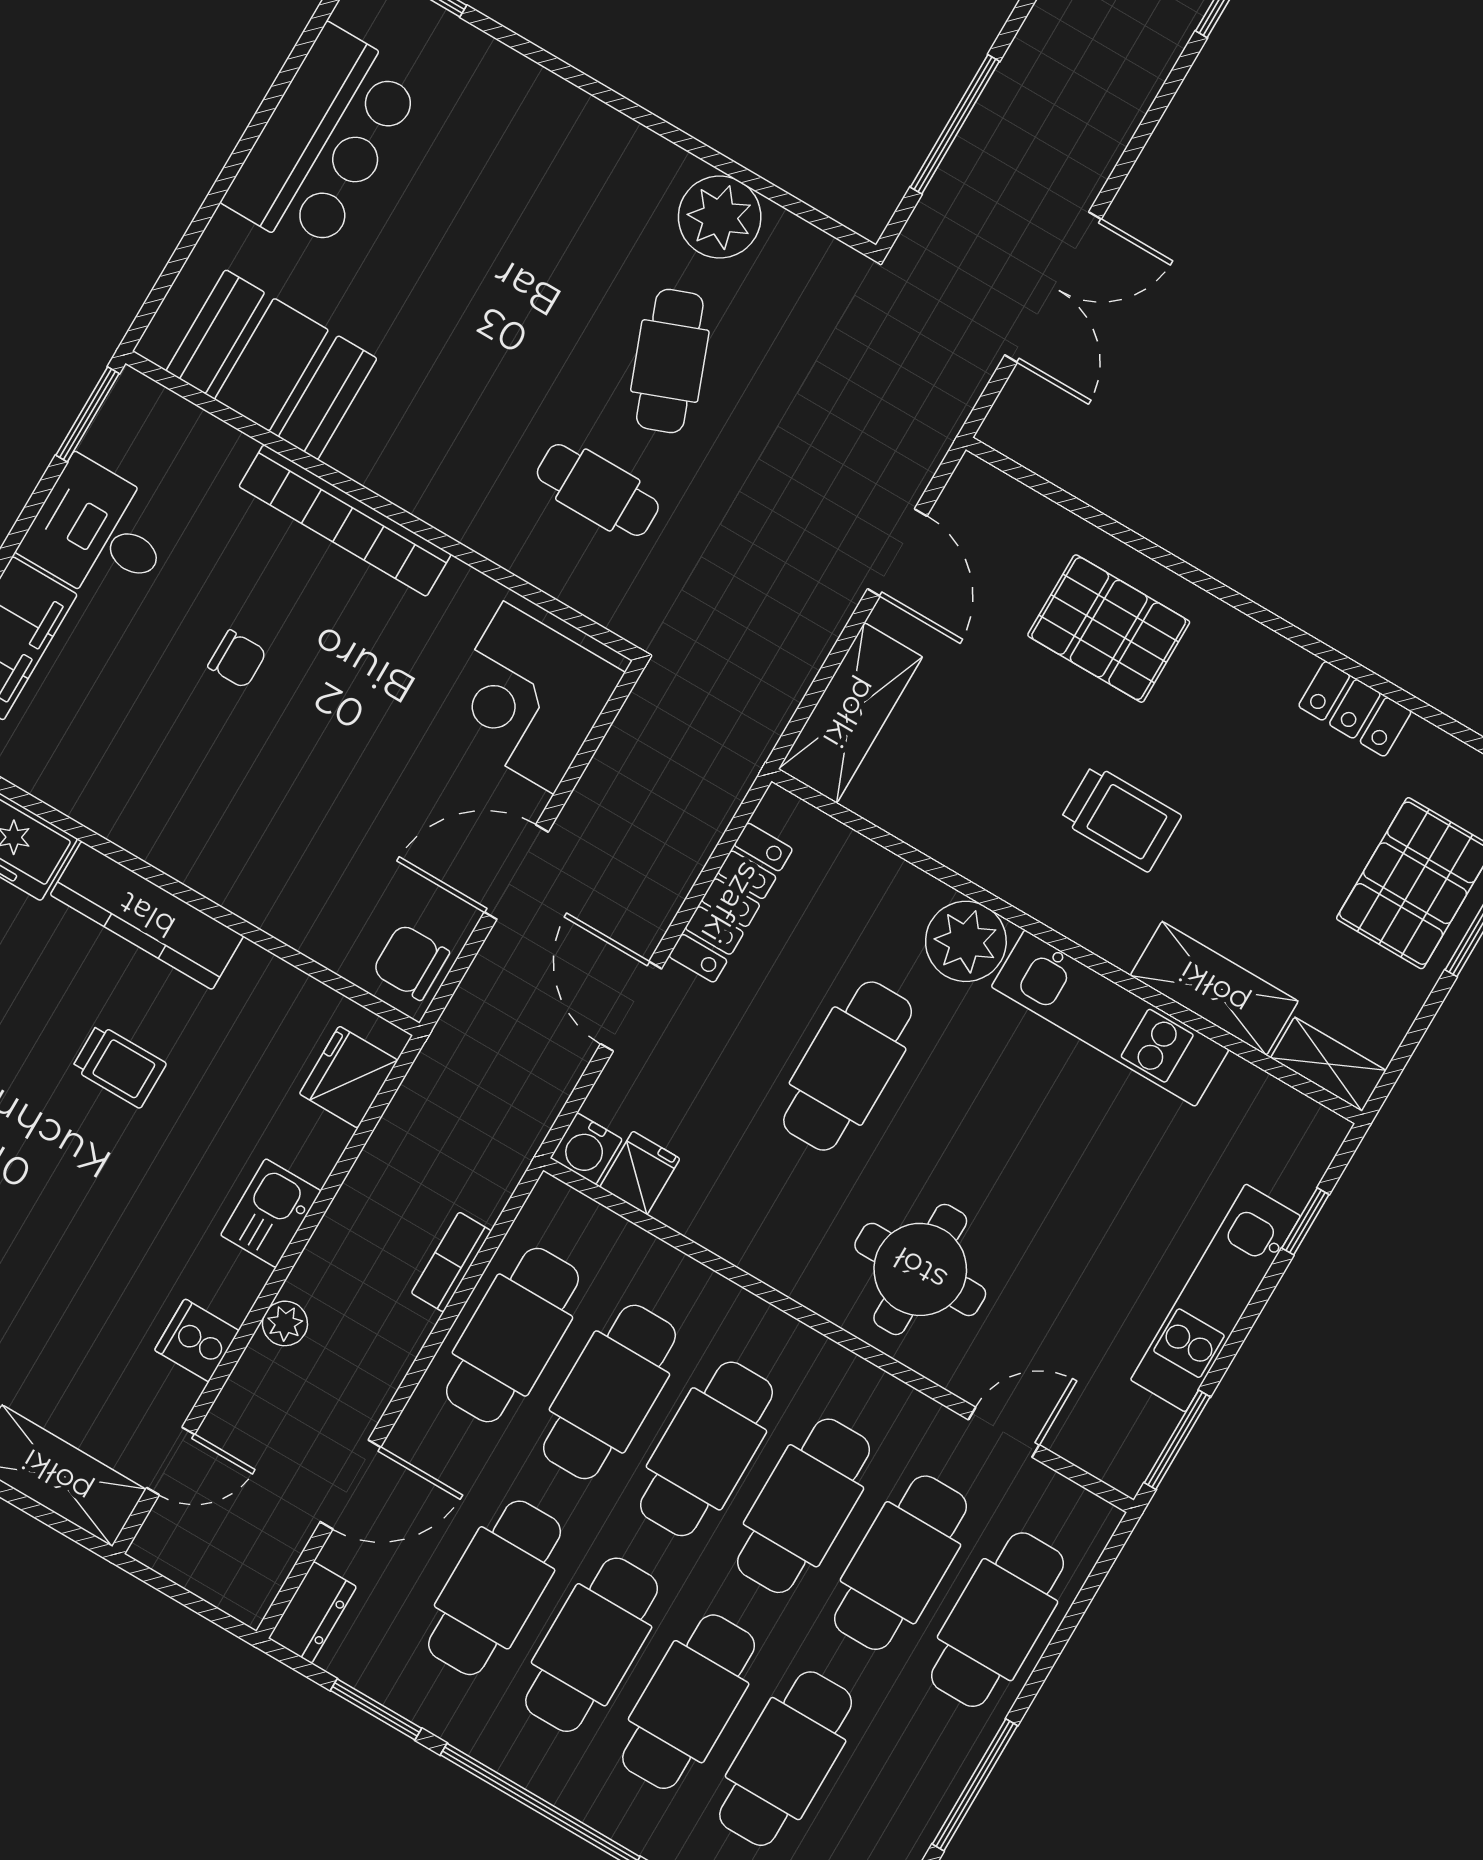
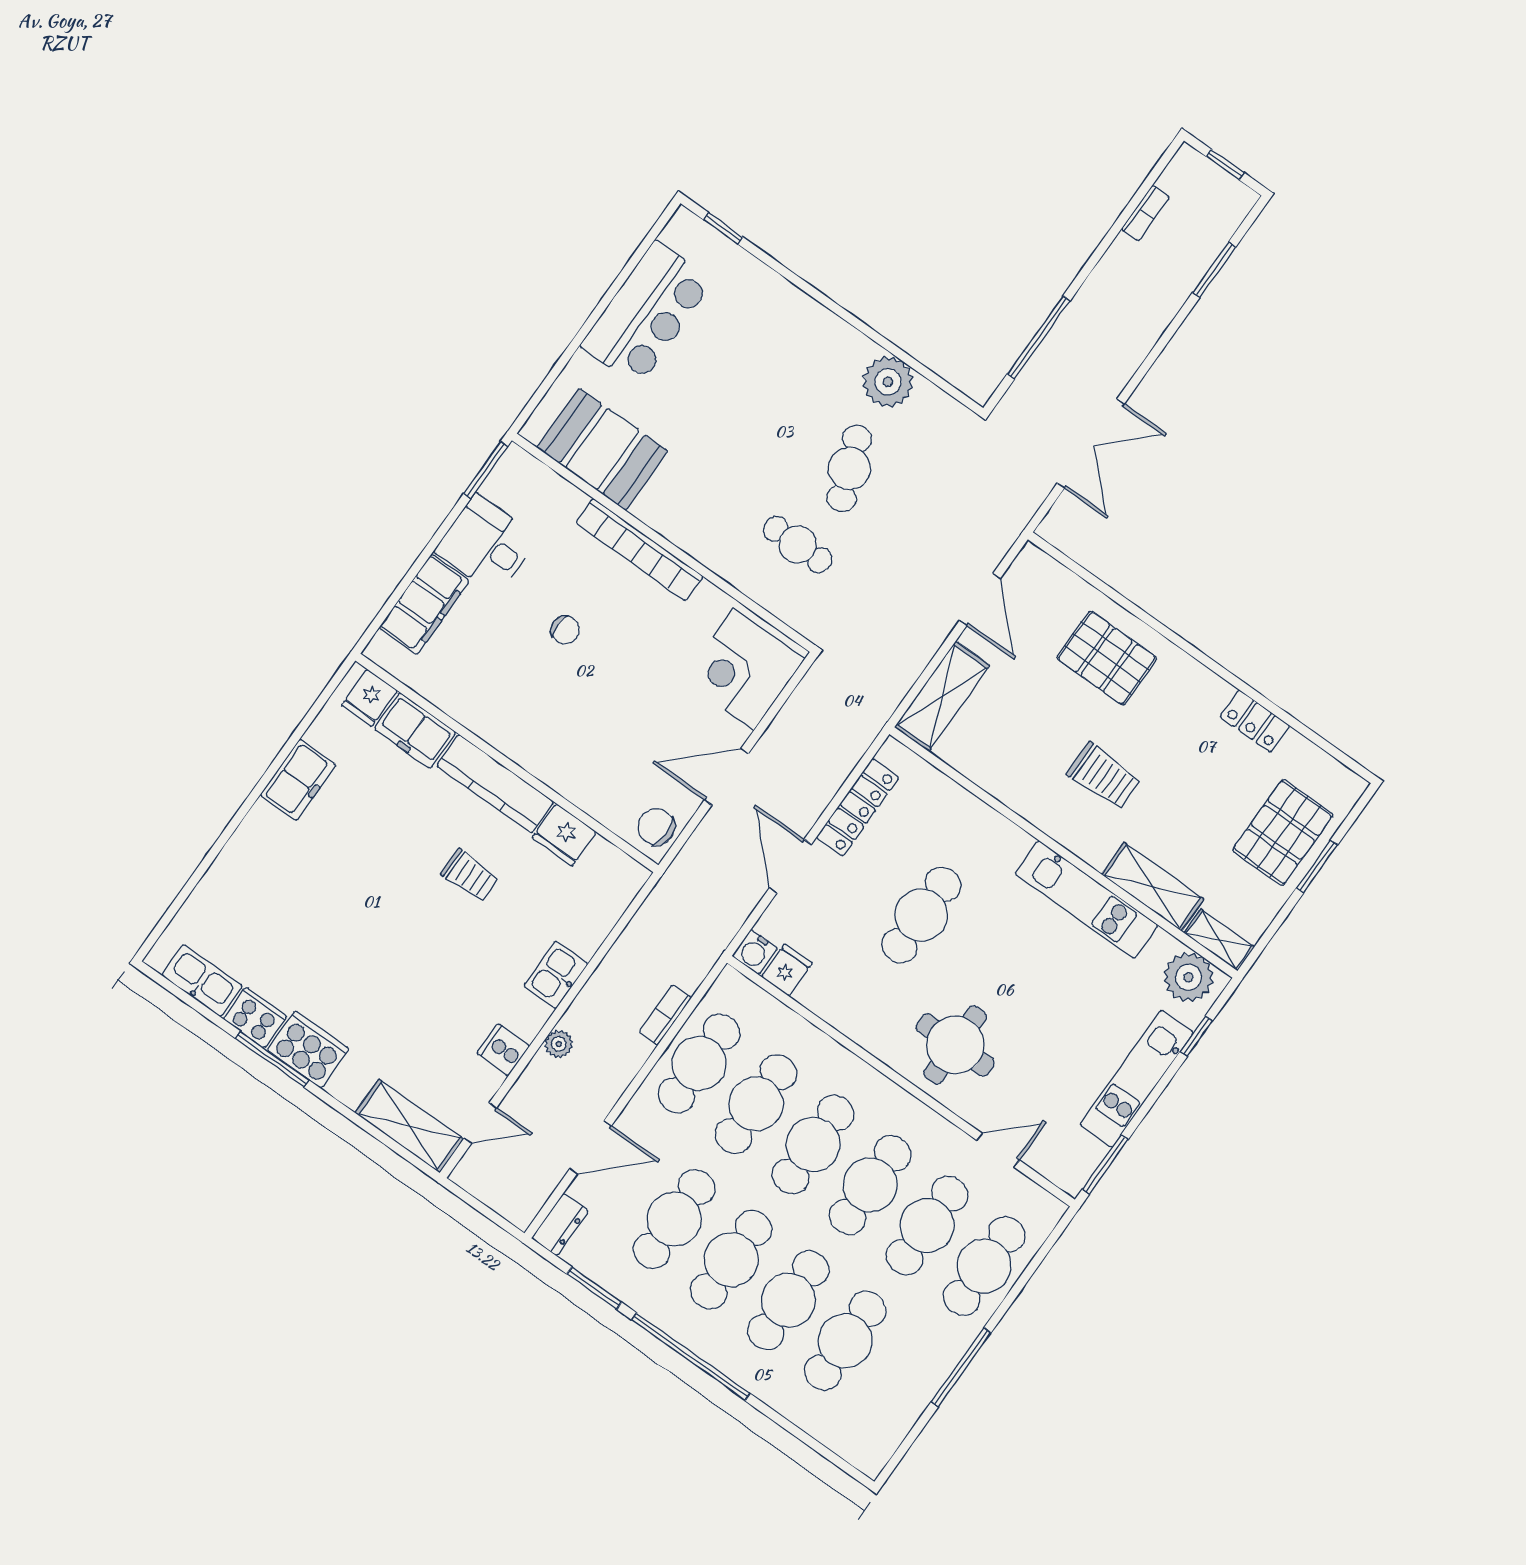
plant: (966, 941) -> (1188, 977), moved
fridge: (349, 1077) -> (564, 835), moved, turned -90

